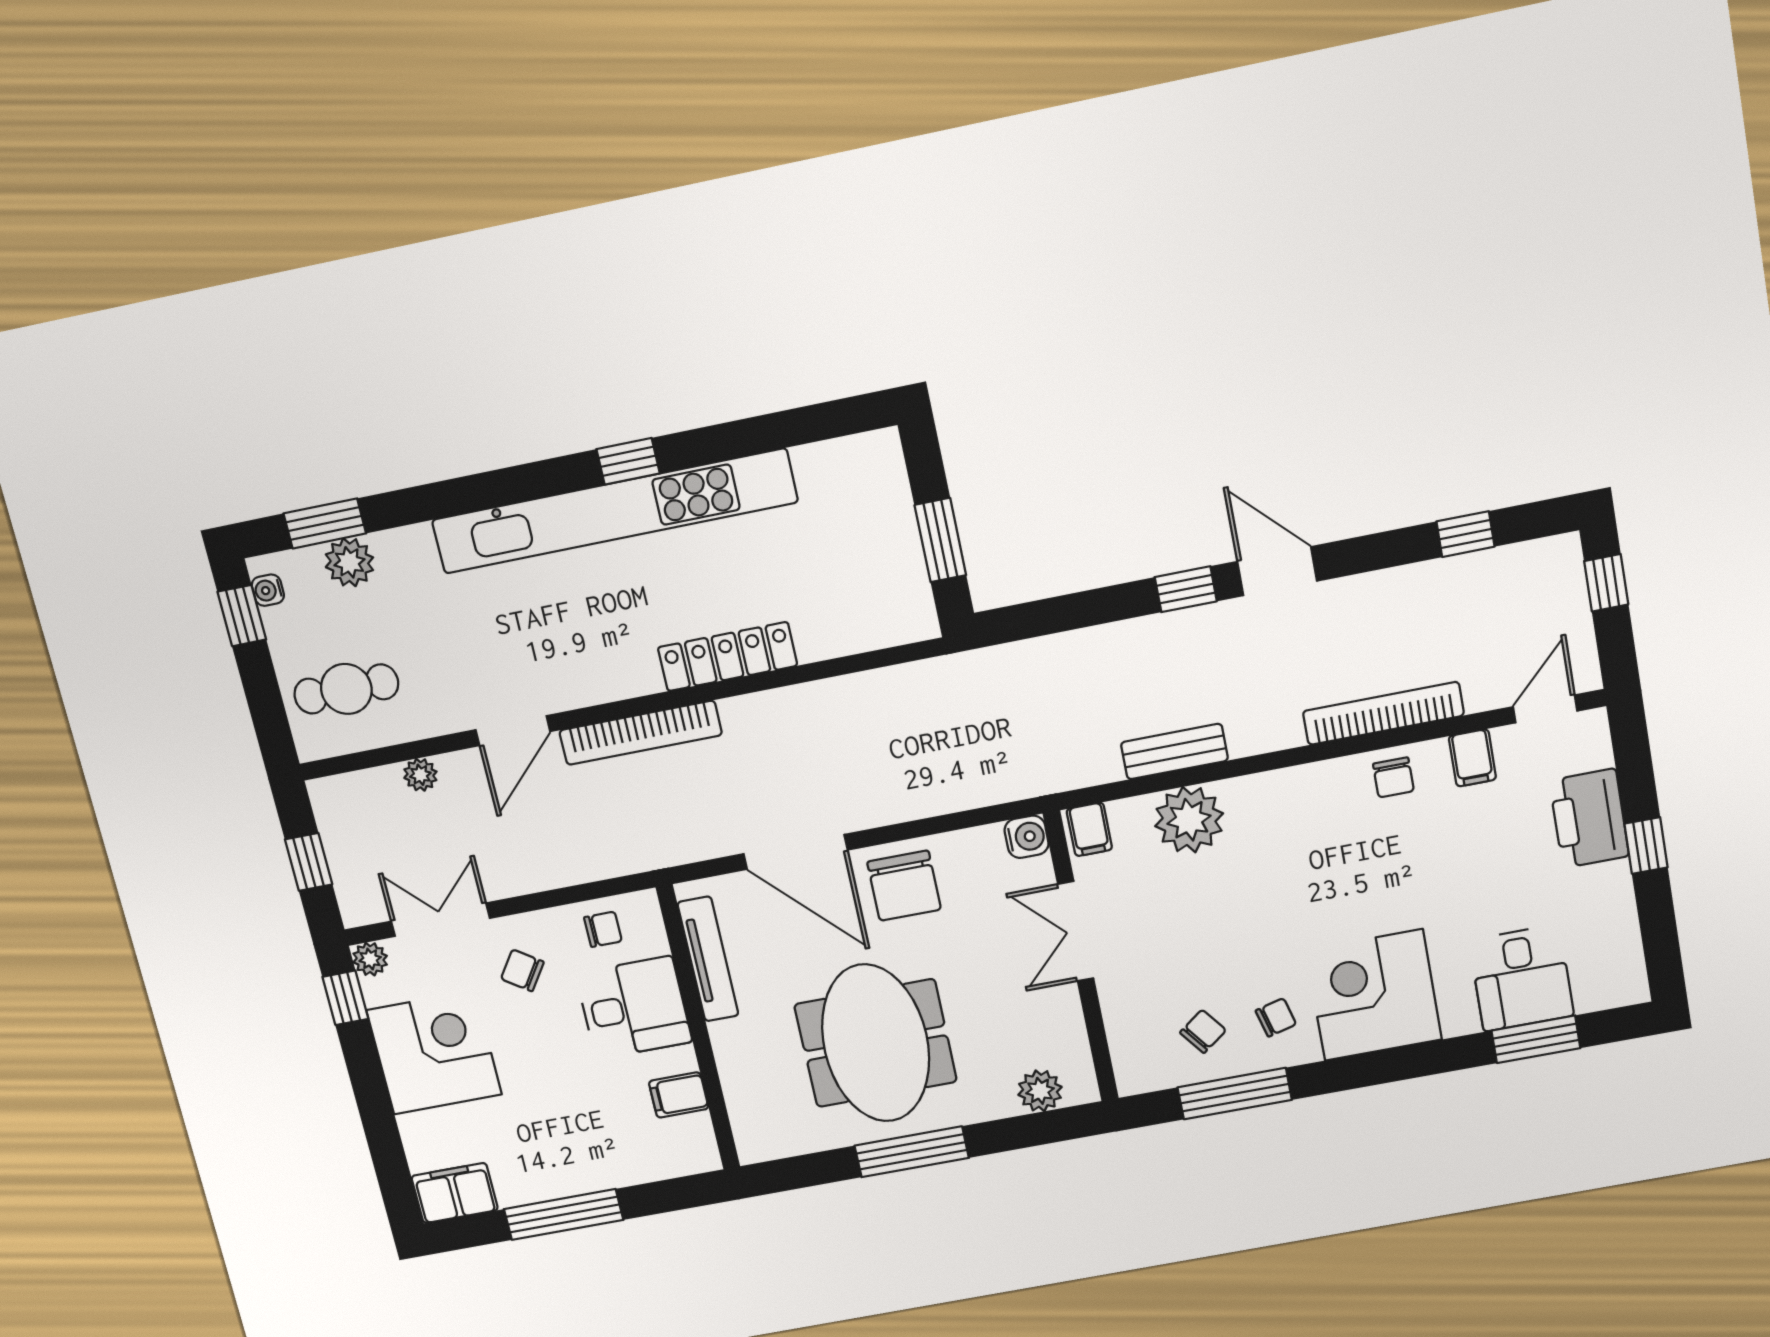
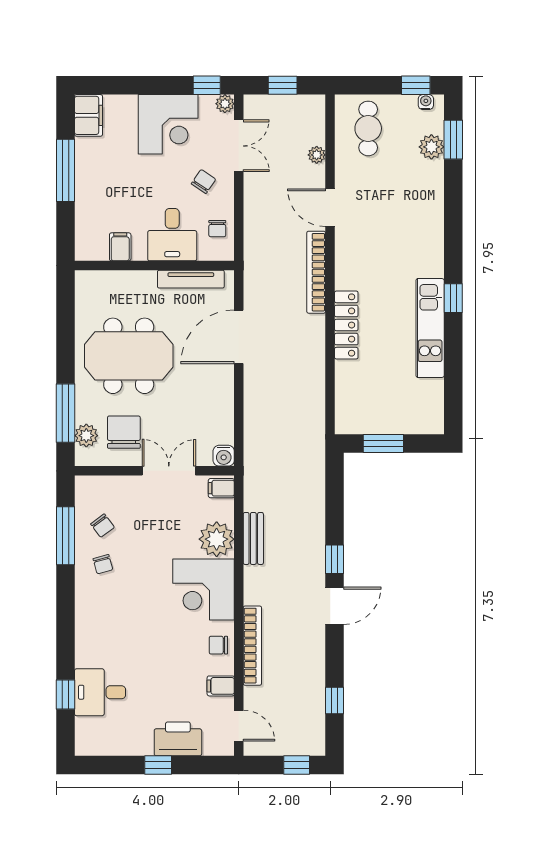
kitchen unit: (614, 511) -> (430, 328), width x0.54
chair: (904, 886) -> (124, 432), moved, turned 90
corner desk: (1374, 995) -> (204, 589), moved, turned 180
window: (1536, 1039) -> (65, 694), width x0.67
window: (912, 1152) -> (65, 413), moved

